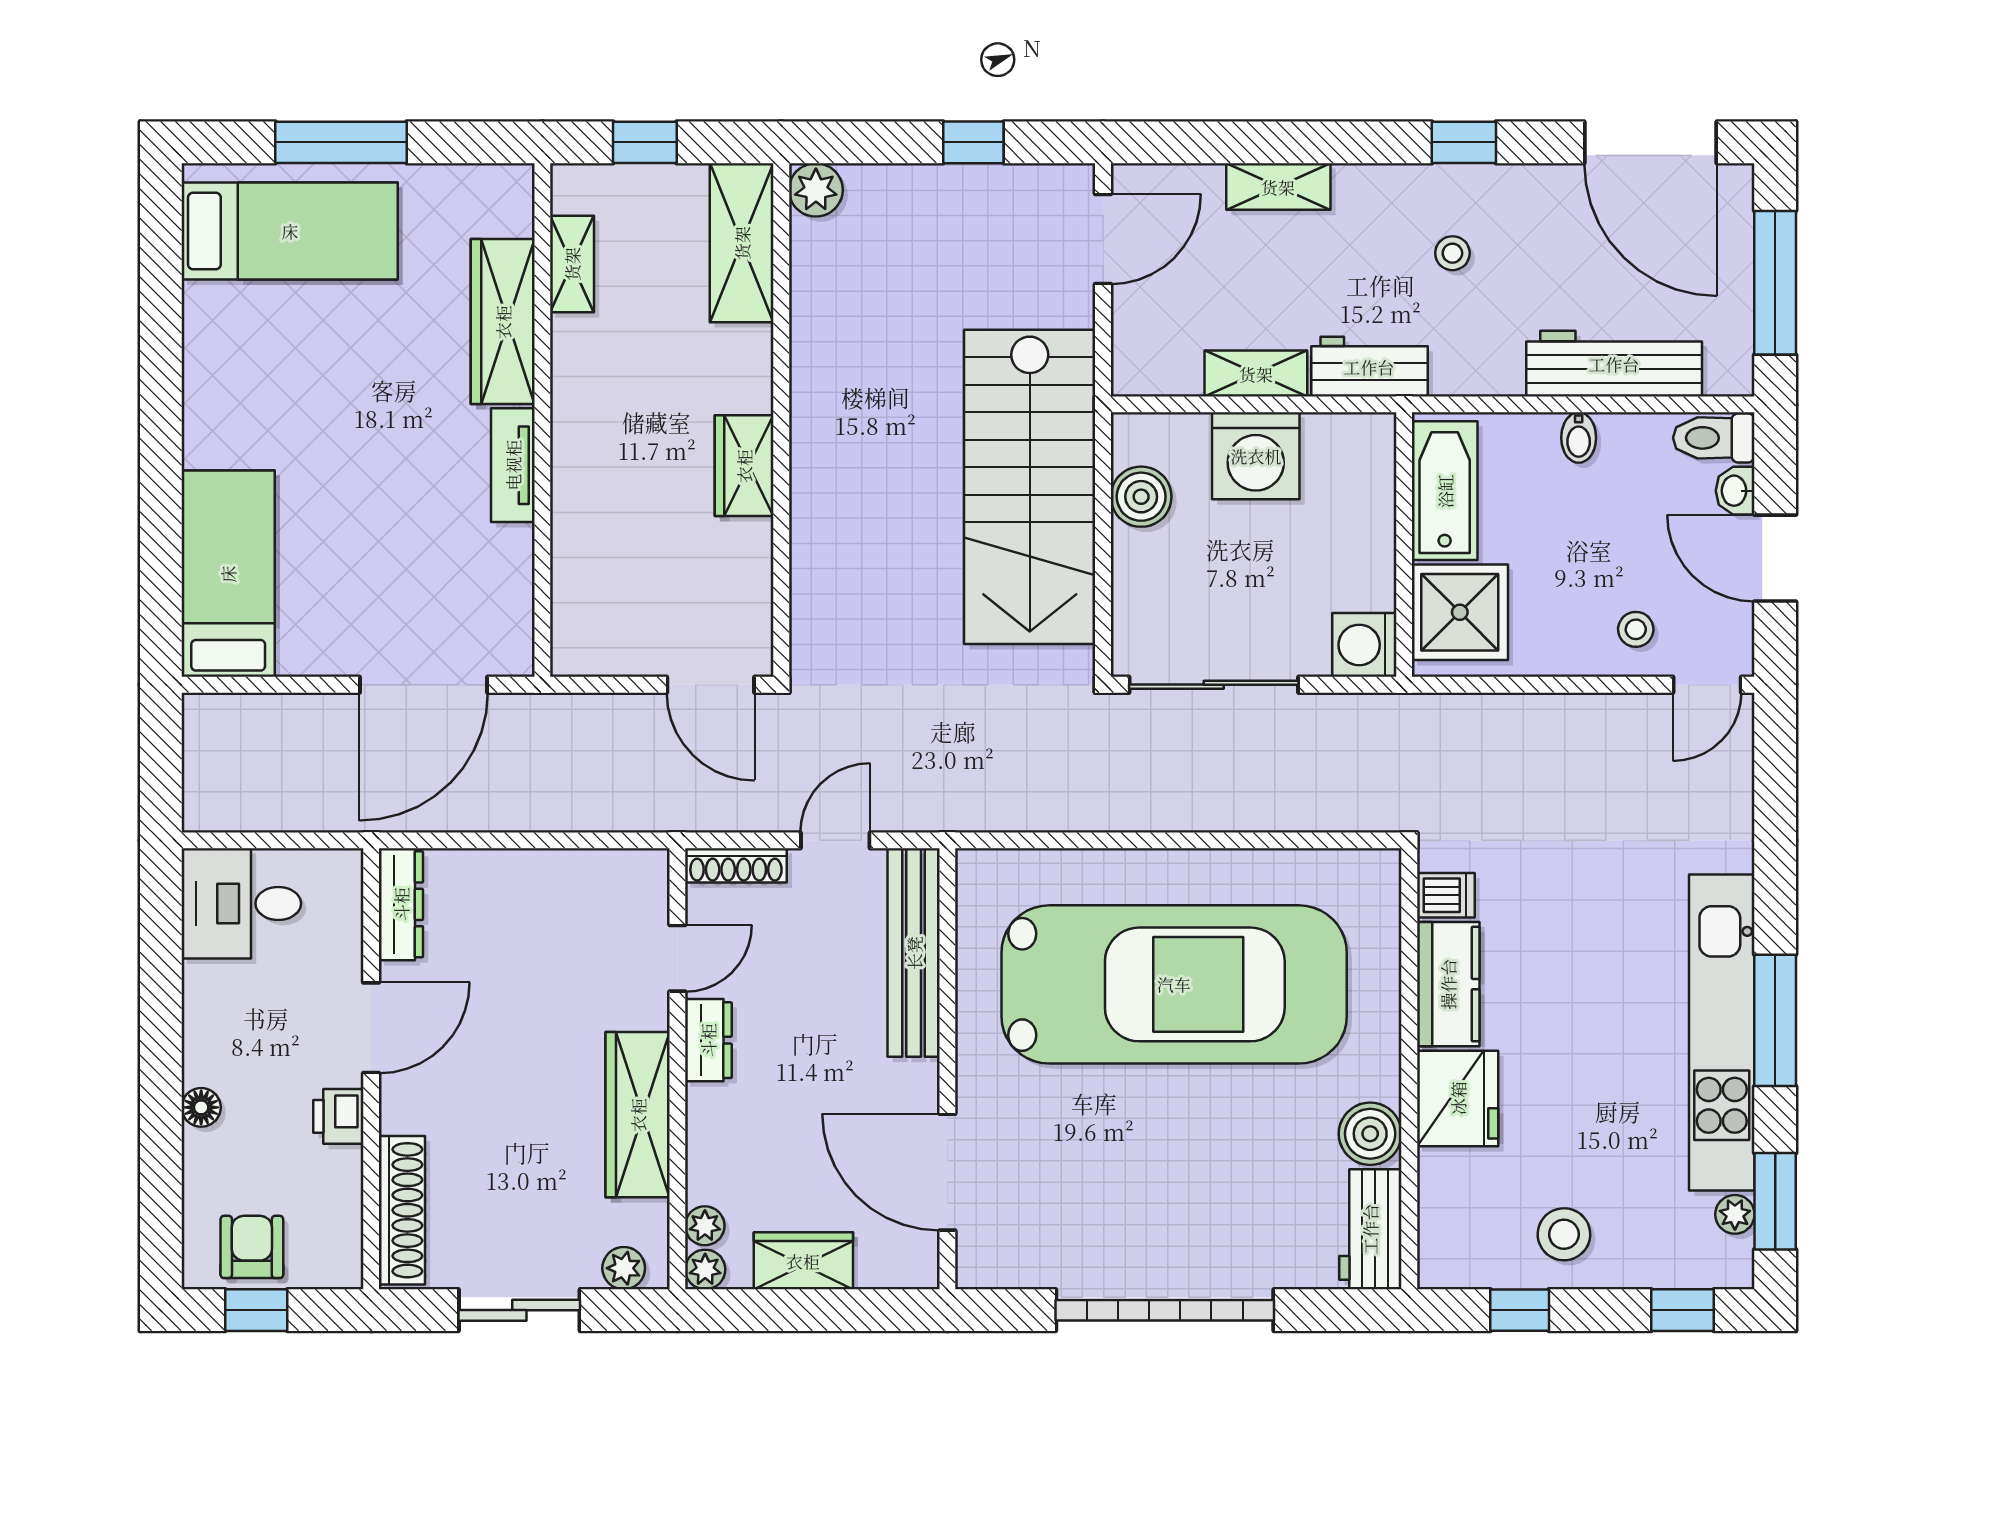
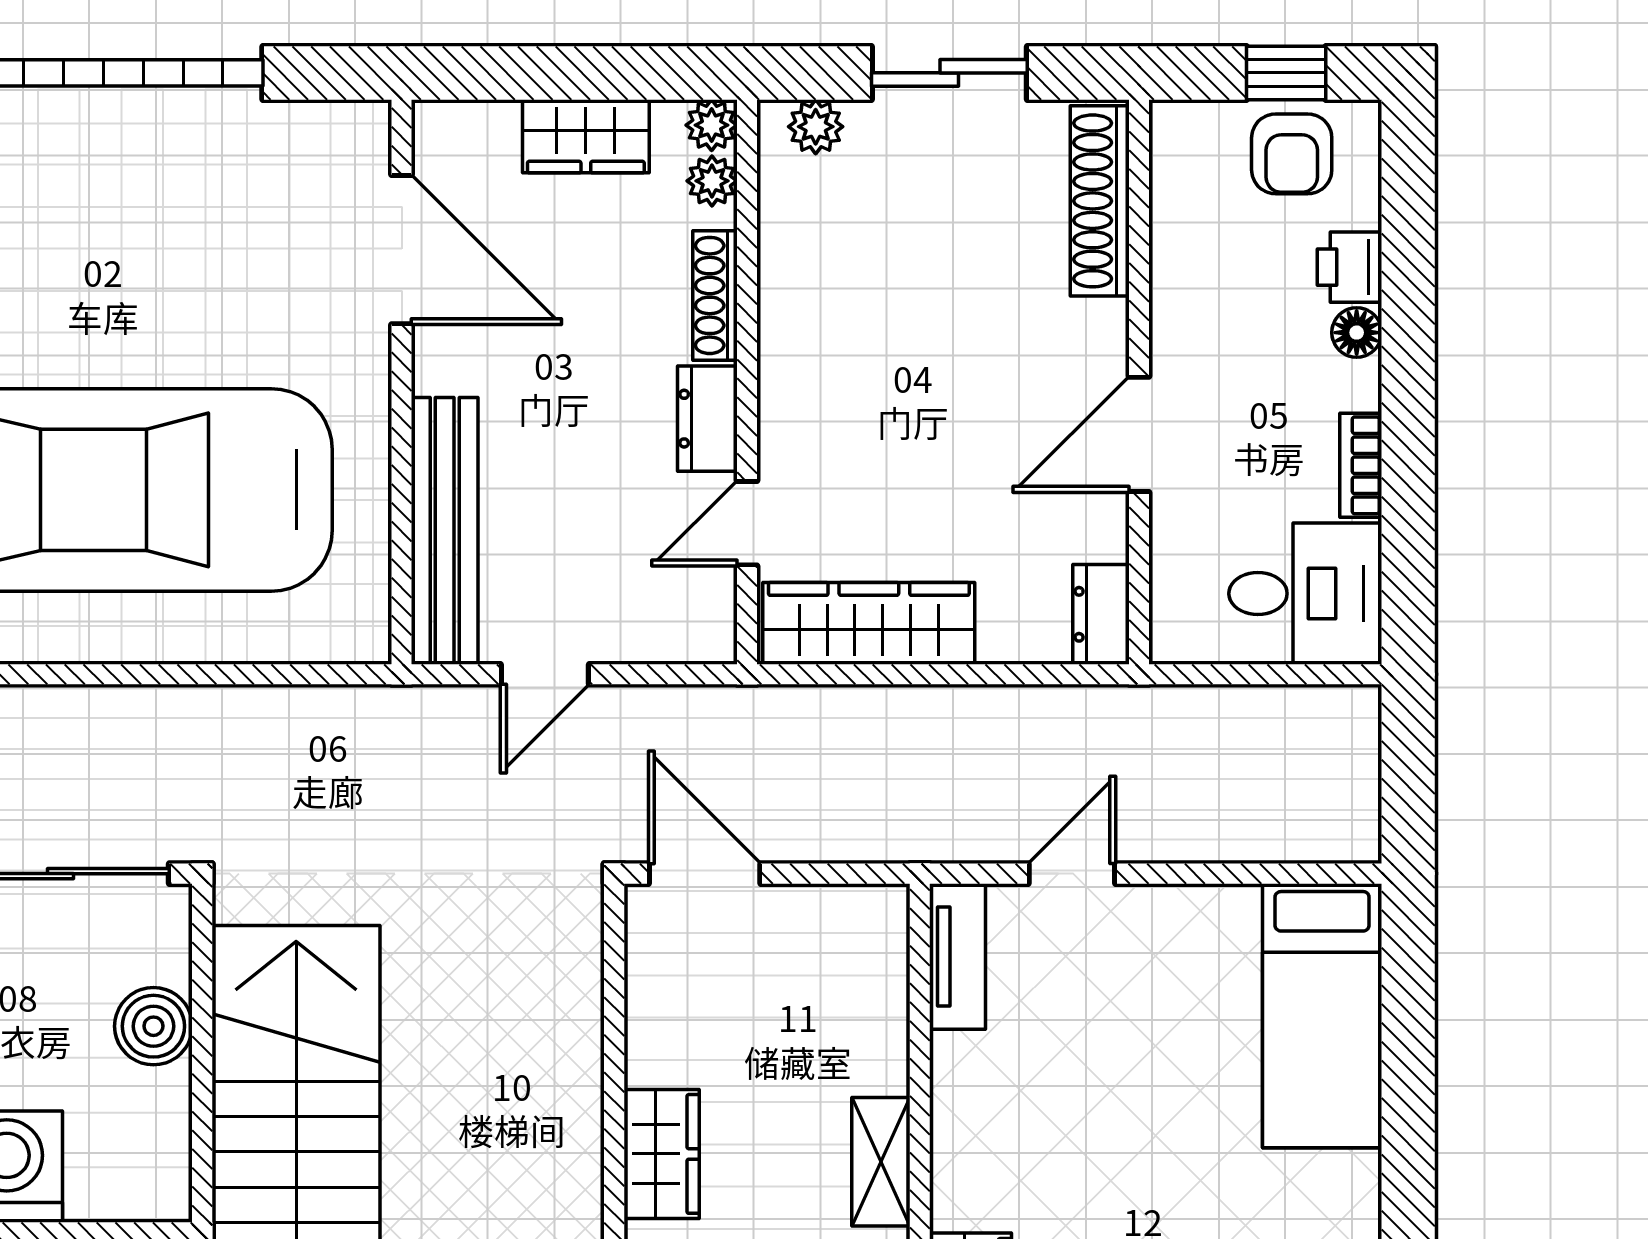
shelving: (573, 460) -> (881, 1162), added
tv unit: (513, 465) -> (958, 956), moved
boiler: (1141, 497) -> (153, 1026), moved
door: (424, 685) -> (1072, 874), width x0.53
shoe rack: (736, 865) -> (715, 295), moved, turned -90
dresser: (401, 904) -> (1101, 614), width x0.70
bookcase: (198, 1004) -> (1361, 465), added
wardrobe: (638, 1115) -> (869, 623), moved, turned -90
printer: (338, 1116) -> (1349, 267), moved, turned 180

